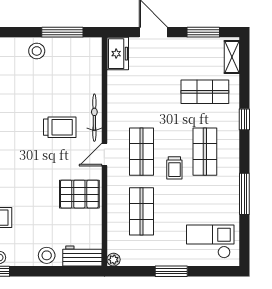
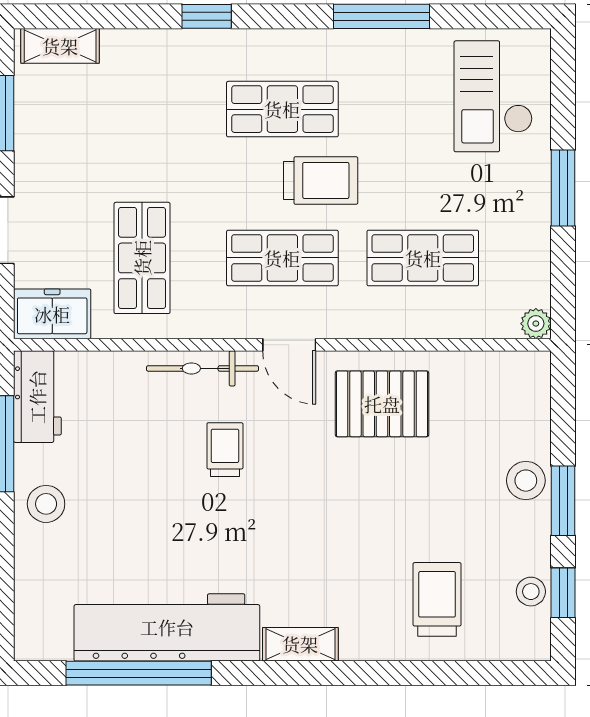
shop shelf: (205, 92) -> (142, 258), moved
trolley: (60, 127) -> (225, 450), width x0.73, depth x0.72
trolley: (174, 168) -> (321, 180), width x1.36, depth x1.39
pallet: (79, 194) -> (382, 404), turned 90
workbench: (82, 256) -> (37, 397), moved, turned 180
window: (38, 271) -> (563, 501), added

